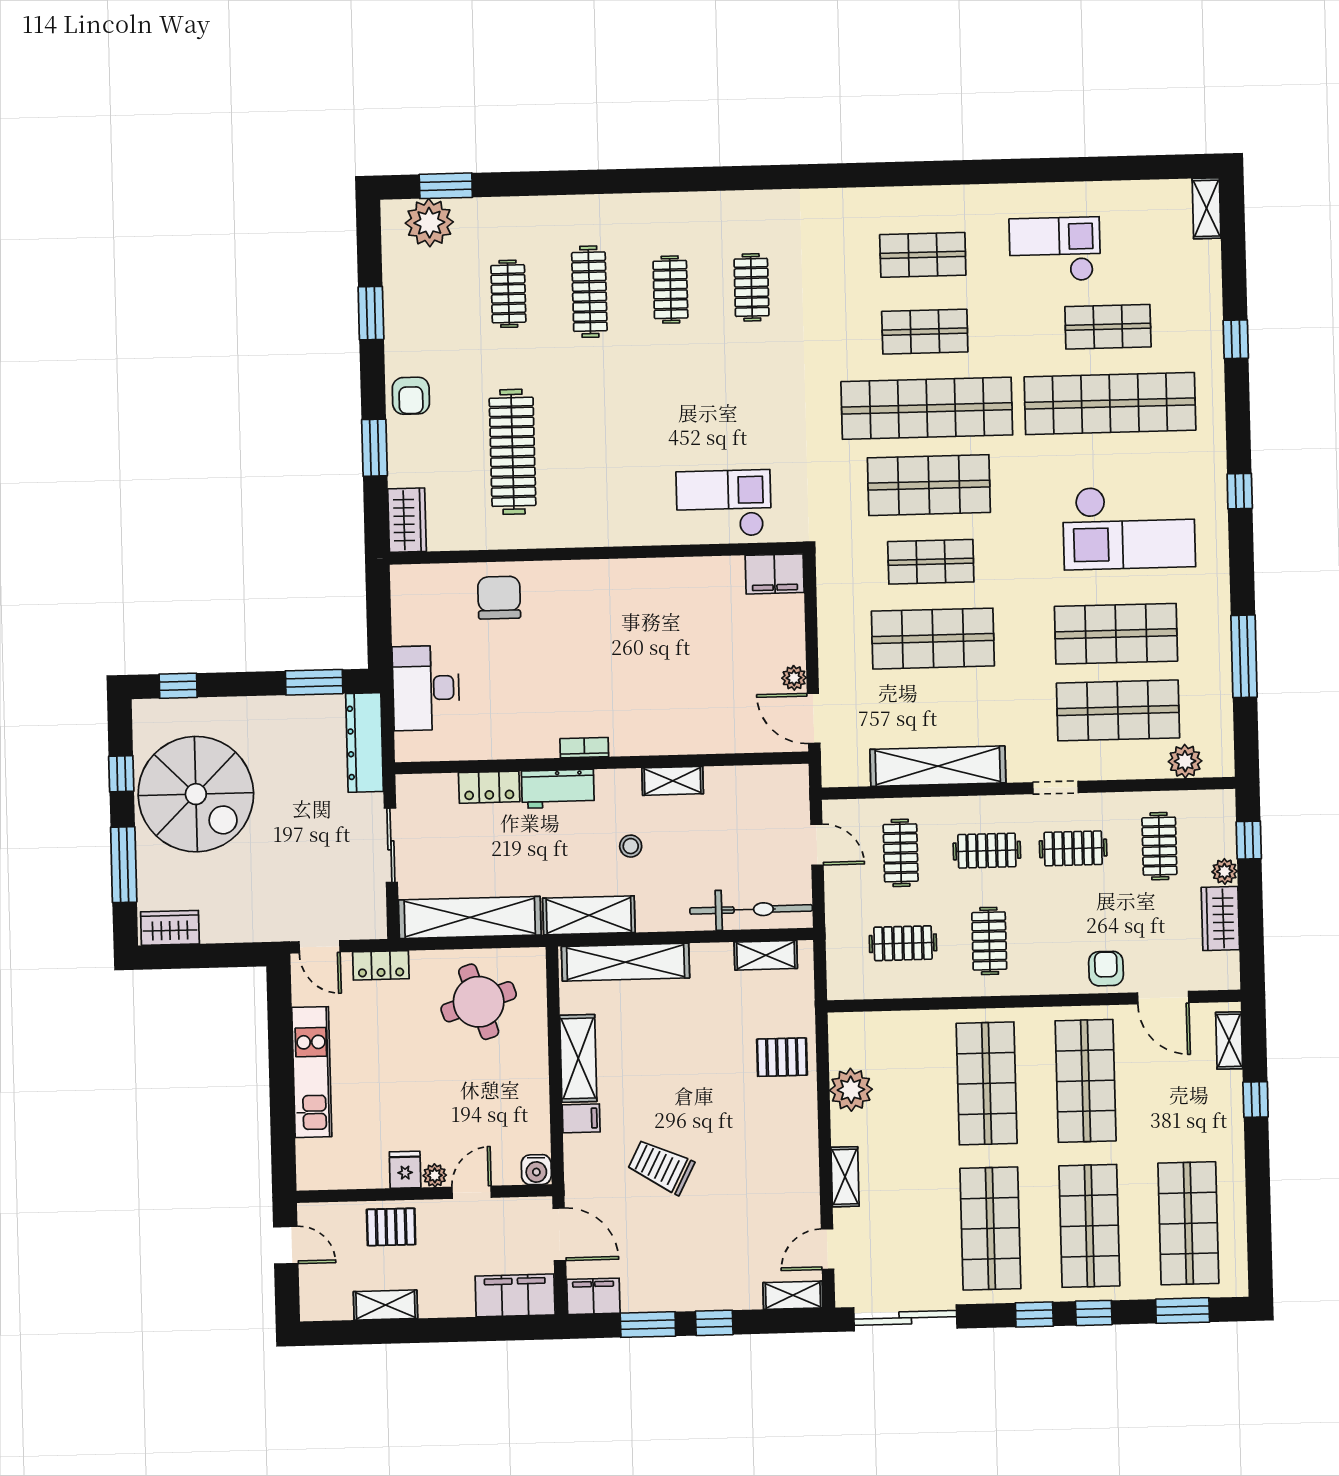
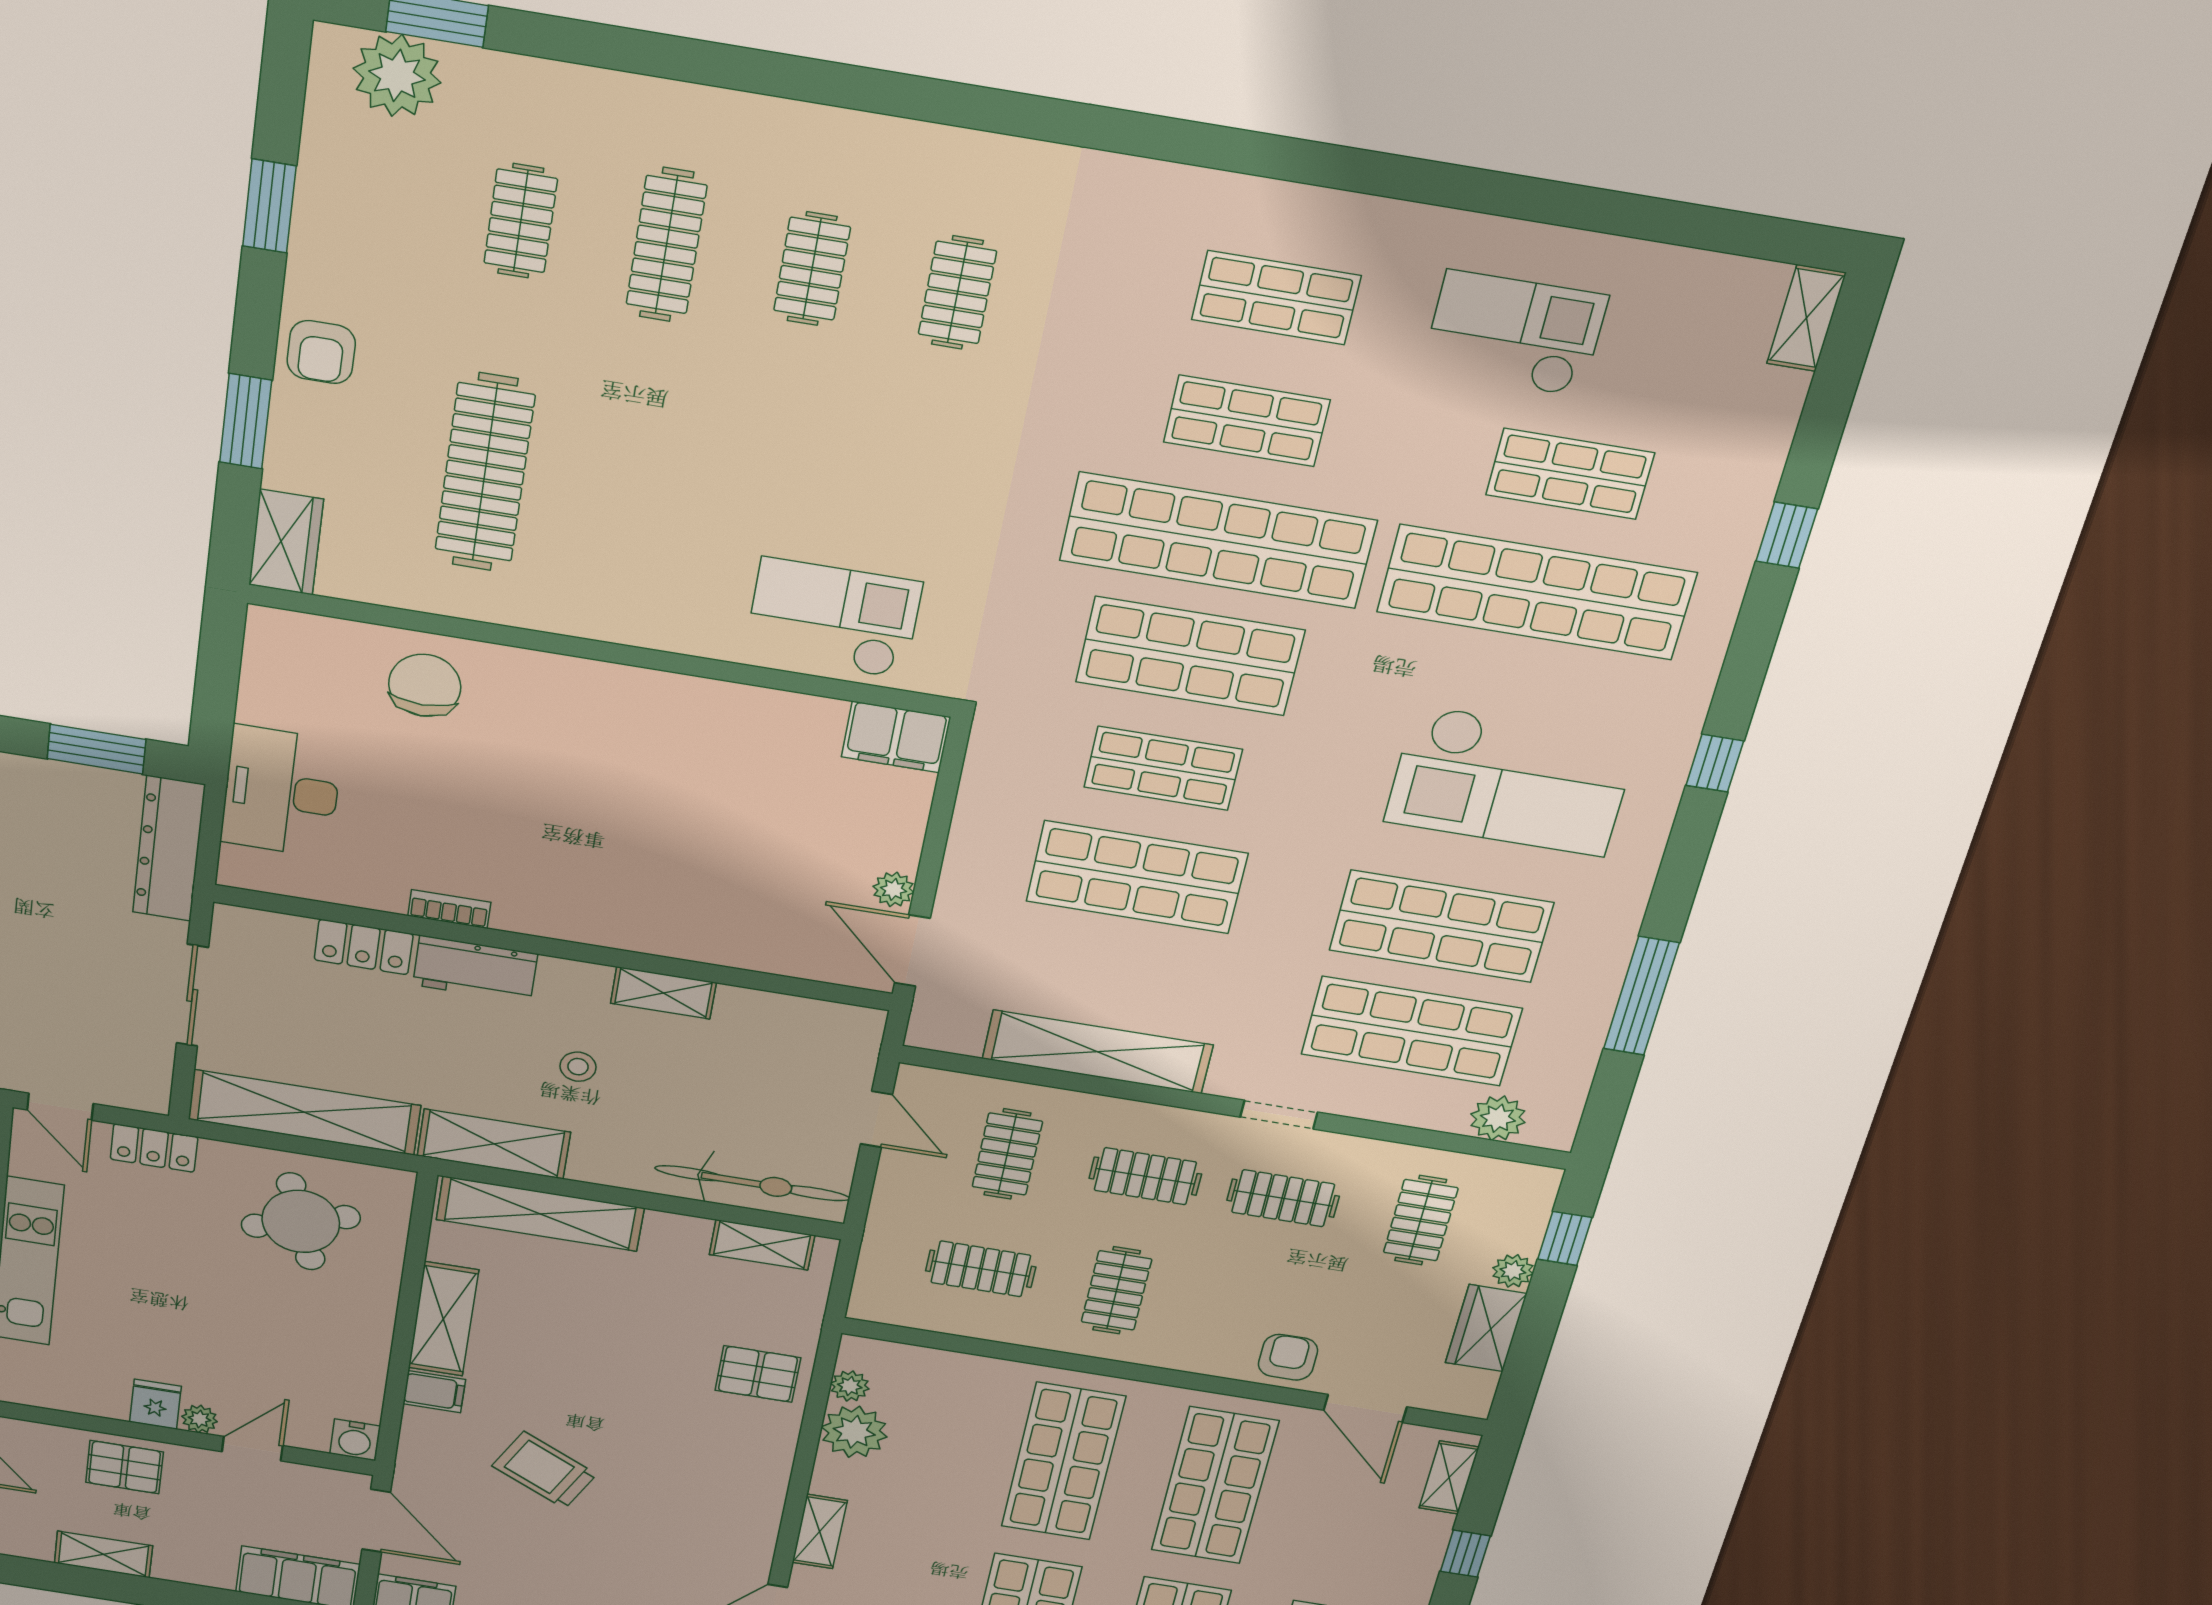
bookcase: (584, 748) -> (449, 909), moved
plant: (841, 1054) -> (850, 1386), added

